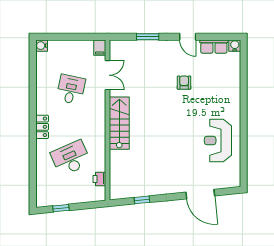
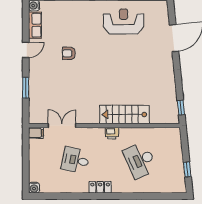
stairs: (119, 123) -> (124, 114), moved
locker: (42, 127) -> (100, 187), moved
reception desk: (218, 141) -> (124, 21), turned 180
printer: (99, 179) -> (112, 133), moved
window: (142, 200) -> (181, 108), moved

